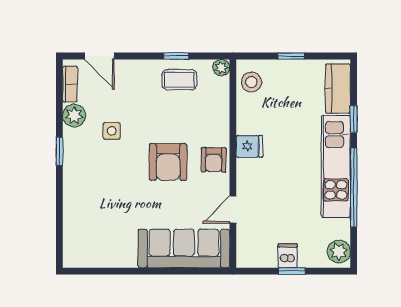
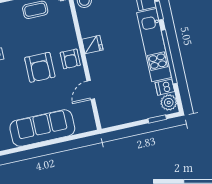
sofa: (184, 248) -> (42, 128), moved
dishwasher: (288, 256) -> (165, 87), moved, turned -90
window: (292, 271) -> (157, 119), moved

